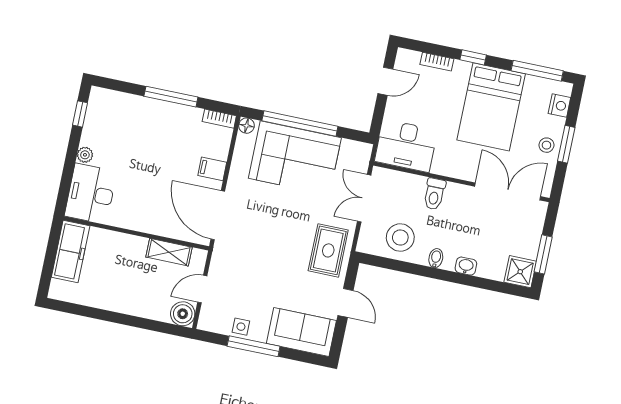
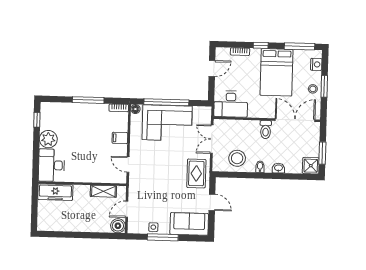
plant: (85, 155) -> (48, 139), width x1.88, depth x1.88
toilet: (434, 194) -> (266, 130), moved
door: (218, 215) -> (128, 164), width x0.53
freezer: (71, 251) -> (55, 192), moved, turned 90

